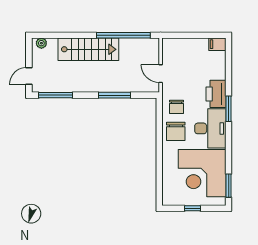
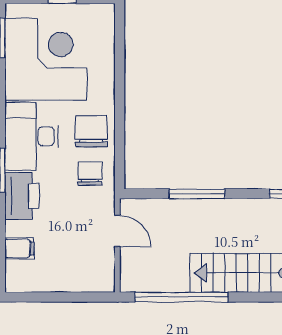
filing cabinet: (217, 44) -> (19, 248), moved

